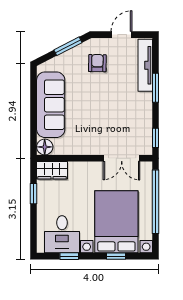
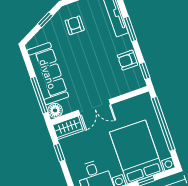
window: (68, 46) -> (45, 20), width x0.67
armchair: (141, 120) -> (127, 60), added
window: (34, 125) -> (39, 95), added
double door: (122, 158) -> (94, 107), moved

